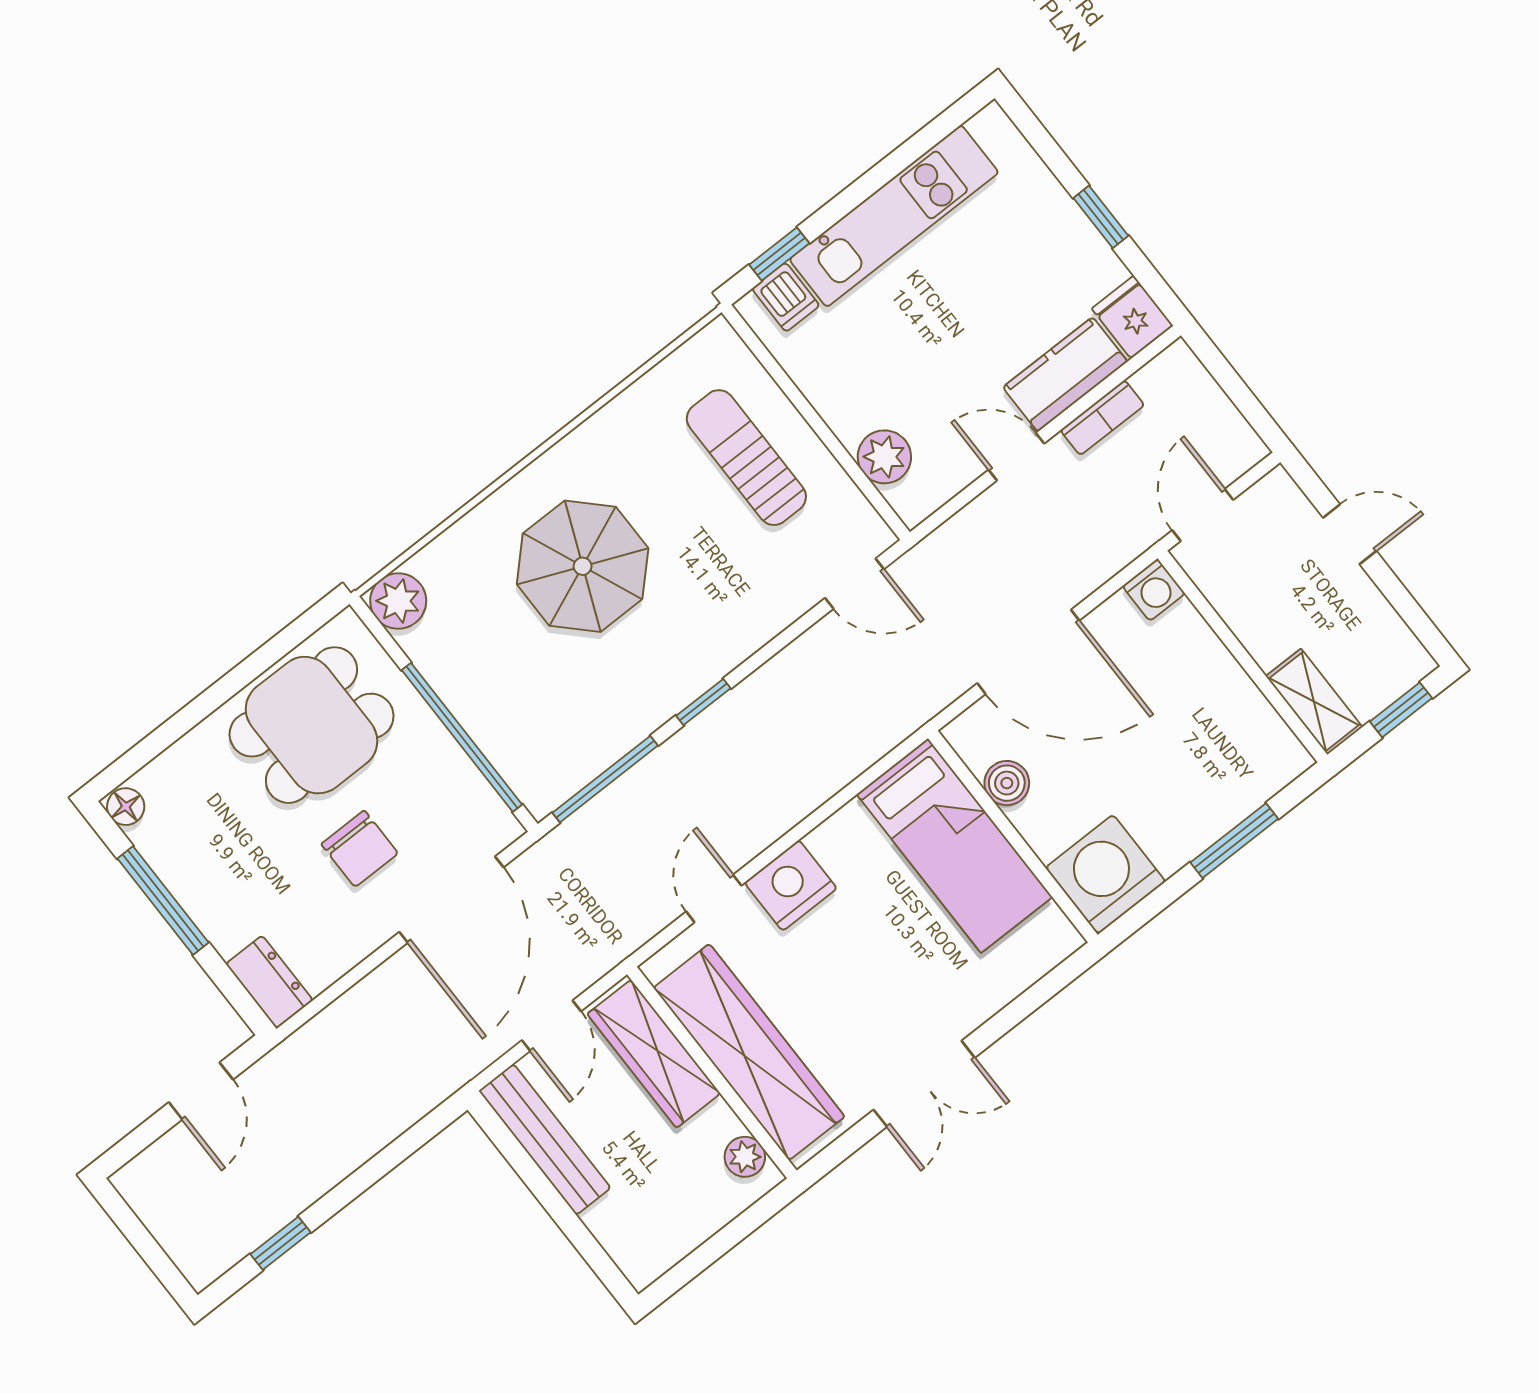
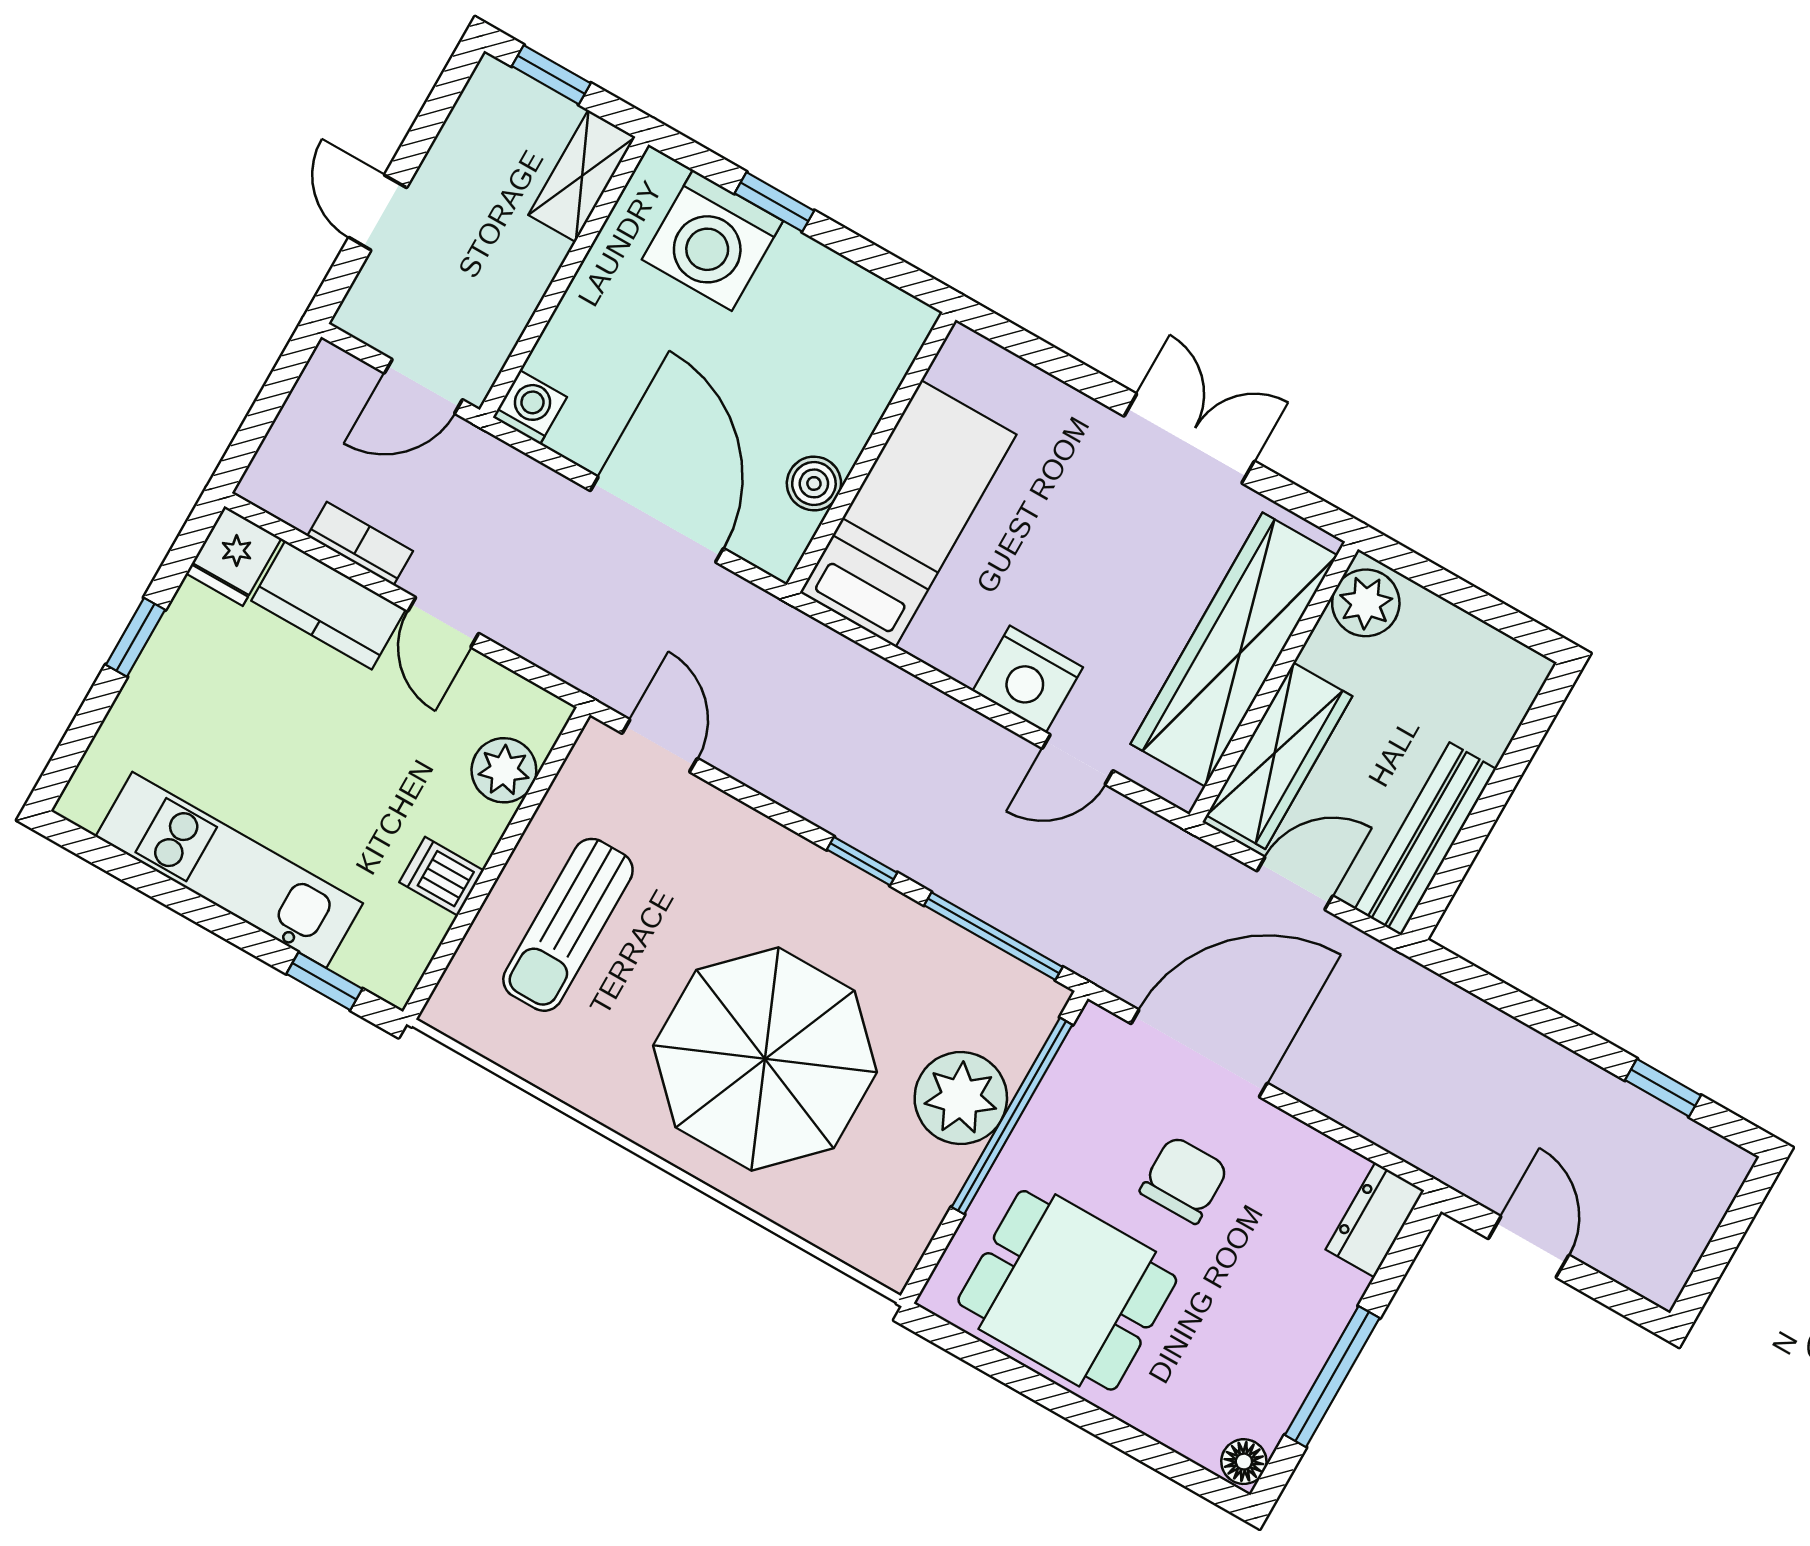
dishwasher: (786, 297) -> (442, 876), moved, turned -90
parasol: (583, 566) -> (765, 1059), width x1.36, depth x1.36
plant: (398, 601) -> (961, 1098), moved, width x1.36, depth x1.36
window: (1234, 841) -> (774, 202), width x0.67
washing machine: (1106, 874) -> (712, 240), moved
door: (201, 1091) -> (1529, 1247), hinge flipped
plant: (745, 1157) -> (1366, 603), width x1.38, depth x1.38

